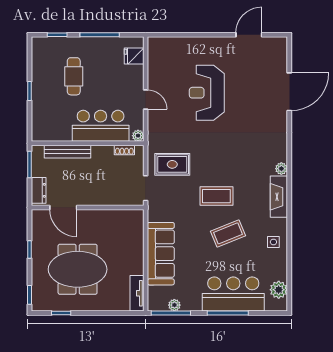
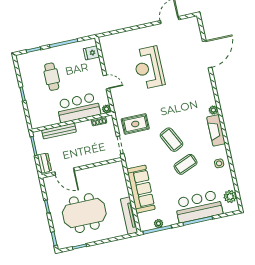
coffee table: (216, 196) -> (172, 140), turned 63
tv unit: (137, 293) -> (129, 216), width x1.41

